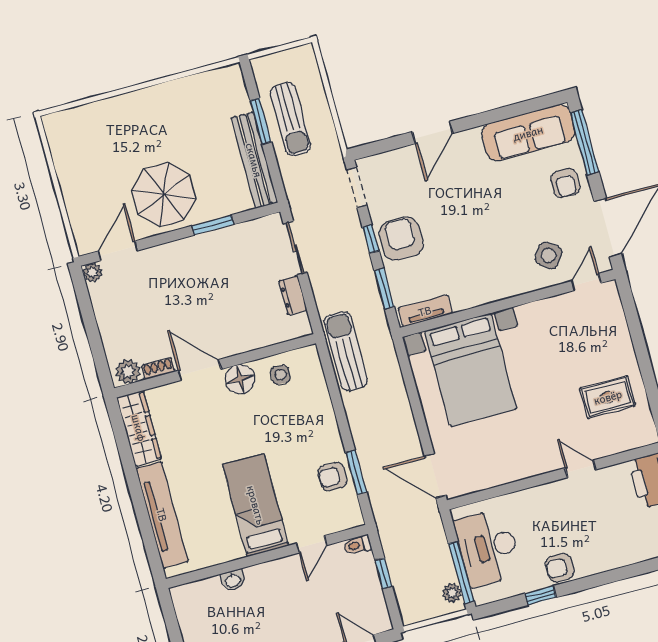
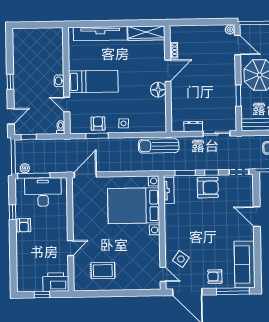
sun lounger: (346, 351) -> (159, 146), turned 180
plant: (128, 372) -> (176, 35), removed
side table: (280, 375) -> (124, 123), moved
rug: (608, 397) -> (103, 271), turned 90
armchair: (560, 568) -> (24, 225), turned 180
window: (384, 574) -> (29, 137), moved
washbasin: (233, 580) -> (59, 81), moved

